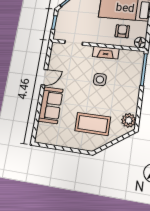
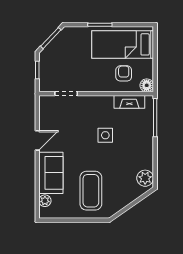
fireplace: (106, 53) -> (129, 102), moved
coffee table: (93, 124) -> (91, 191), moved, turned 90
plant: (42, 128) -> (45, 201), added

